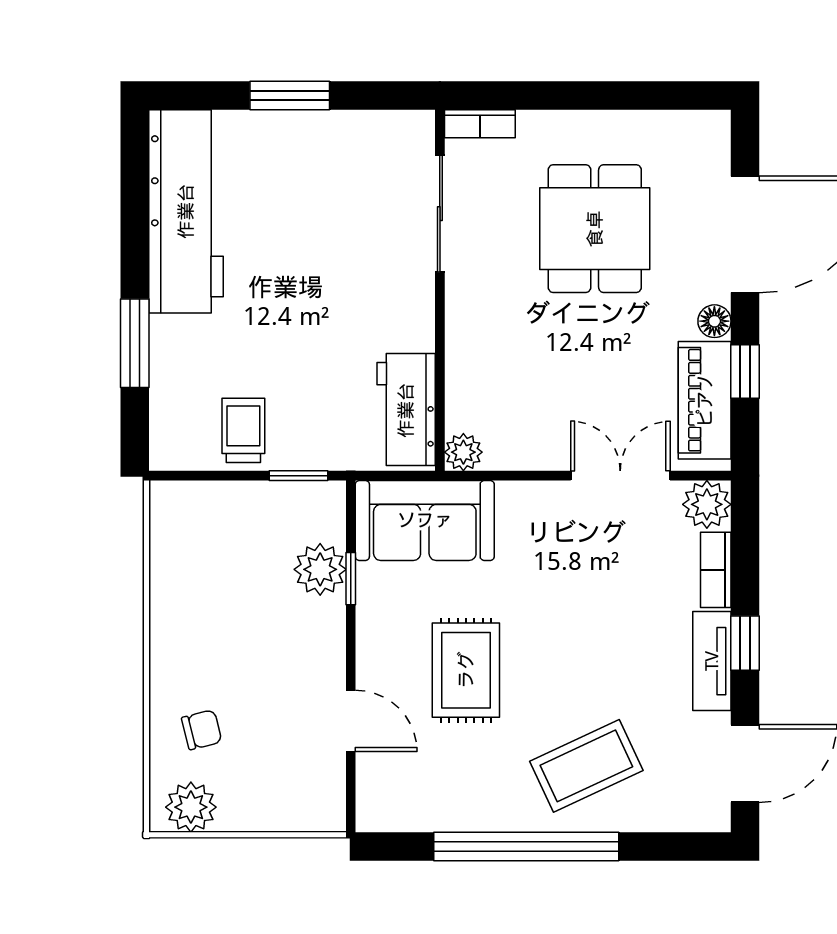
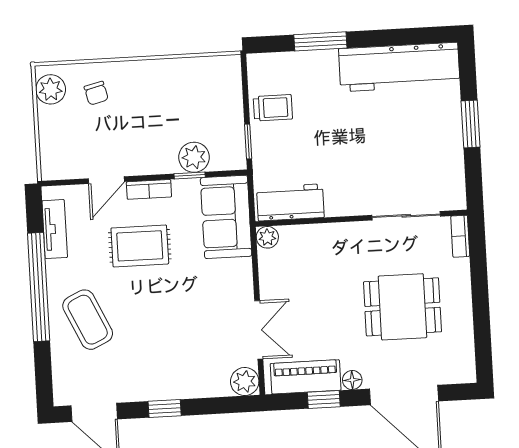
bookcase: (716, 570) -> (149, 189), moved, turned 180
tv unit: (712, 661) -> (55, 229), moved, turned 90

